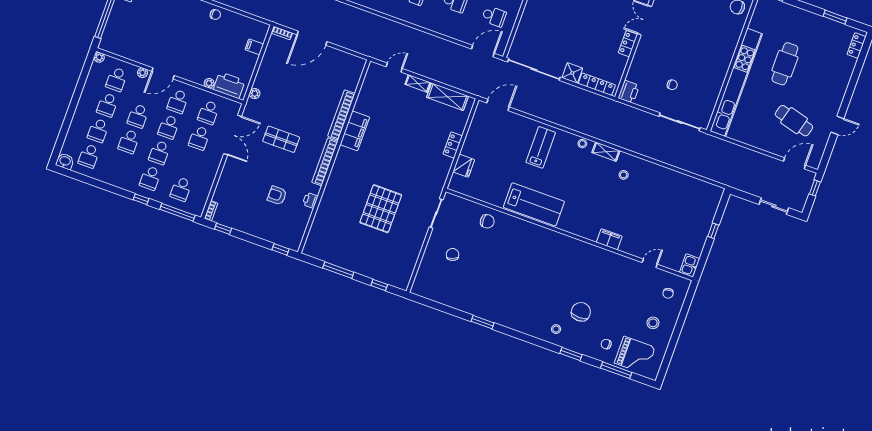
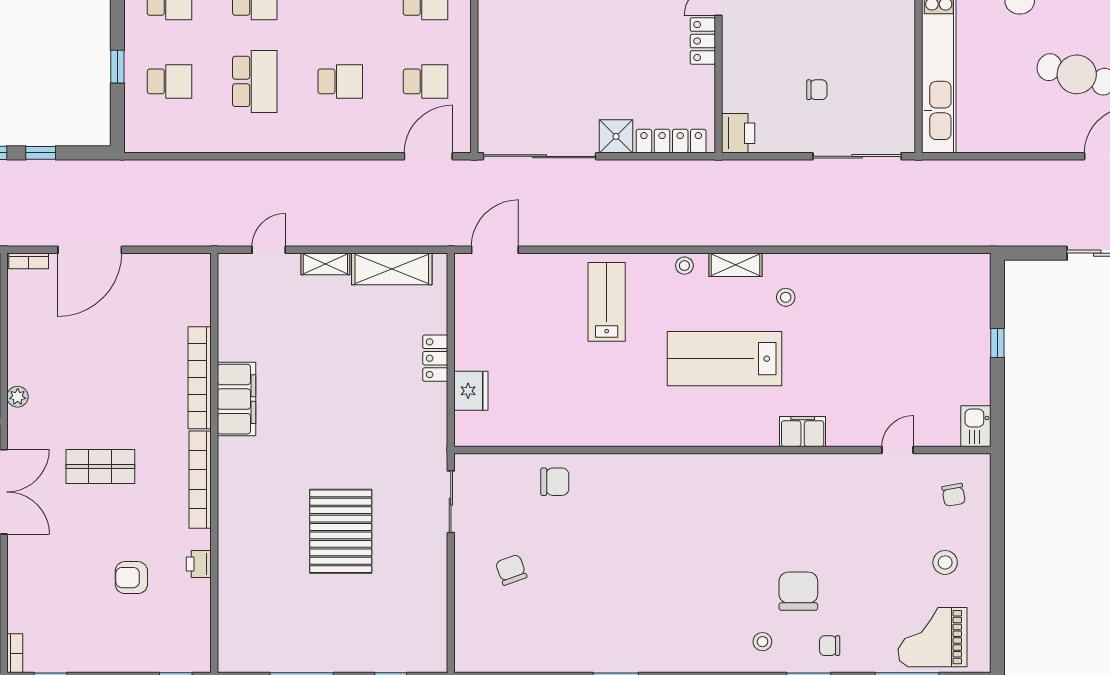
lab bench: (534, 204) -> (724, 359), moved, turned 180
chair: (606, 344) -> (830, 646), moved
grand piano: (635, 355) -> (933, 637), turned 180

